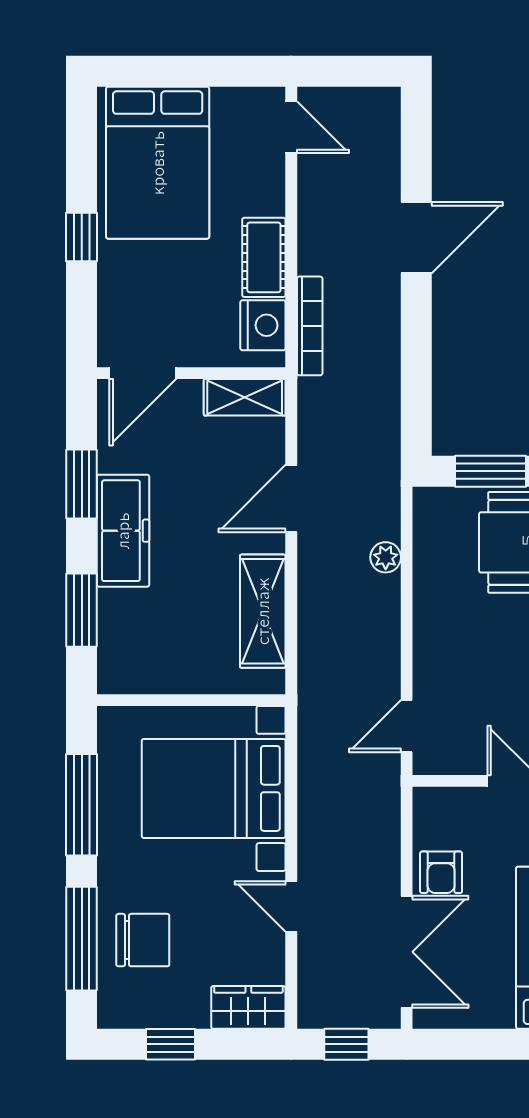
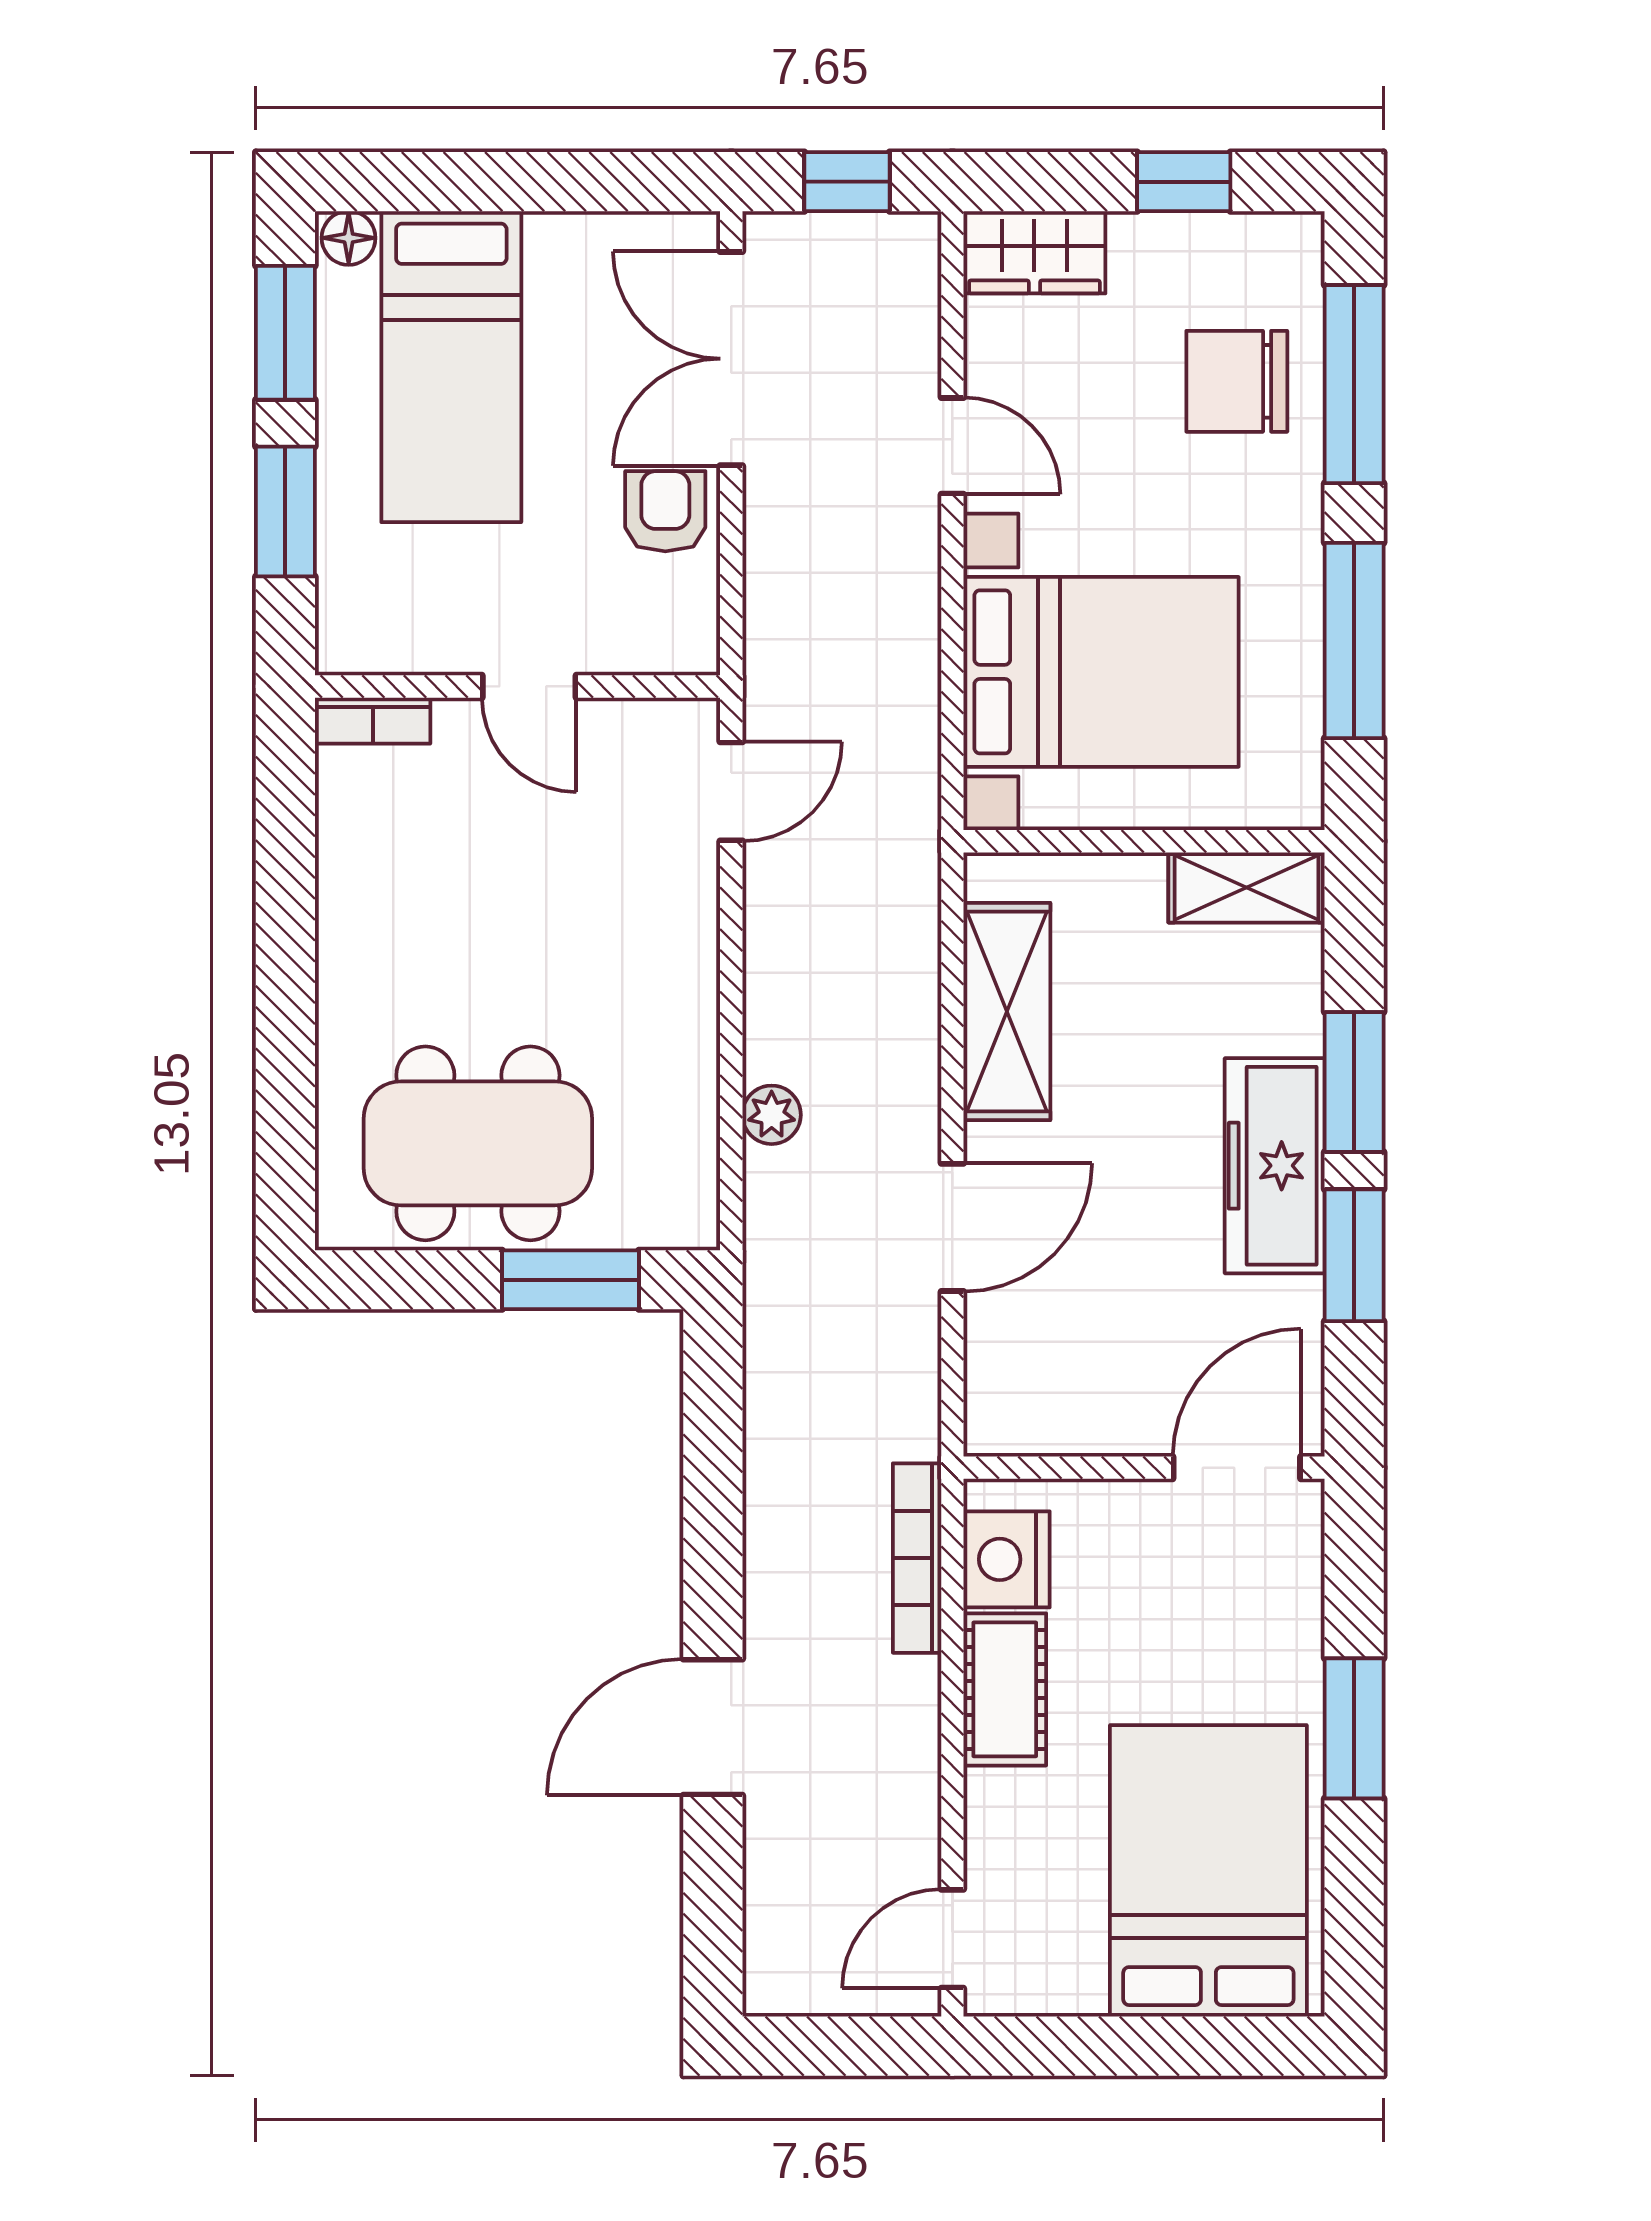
door: (291, 127) -> (952, 1939), hinge flipped
window: (82, 237) -> (1354, 1728), width x1.50
shelving: (245, 397) -> (1246, 887), moved
window: (82, 610) -> (1354, 1082), moved

